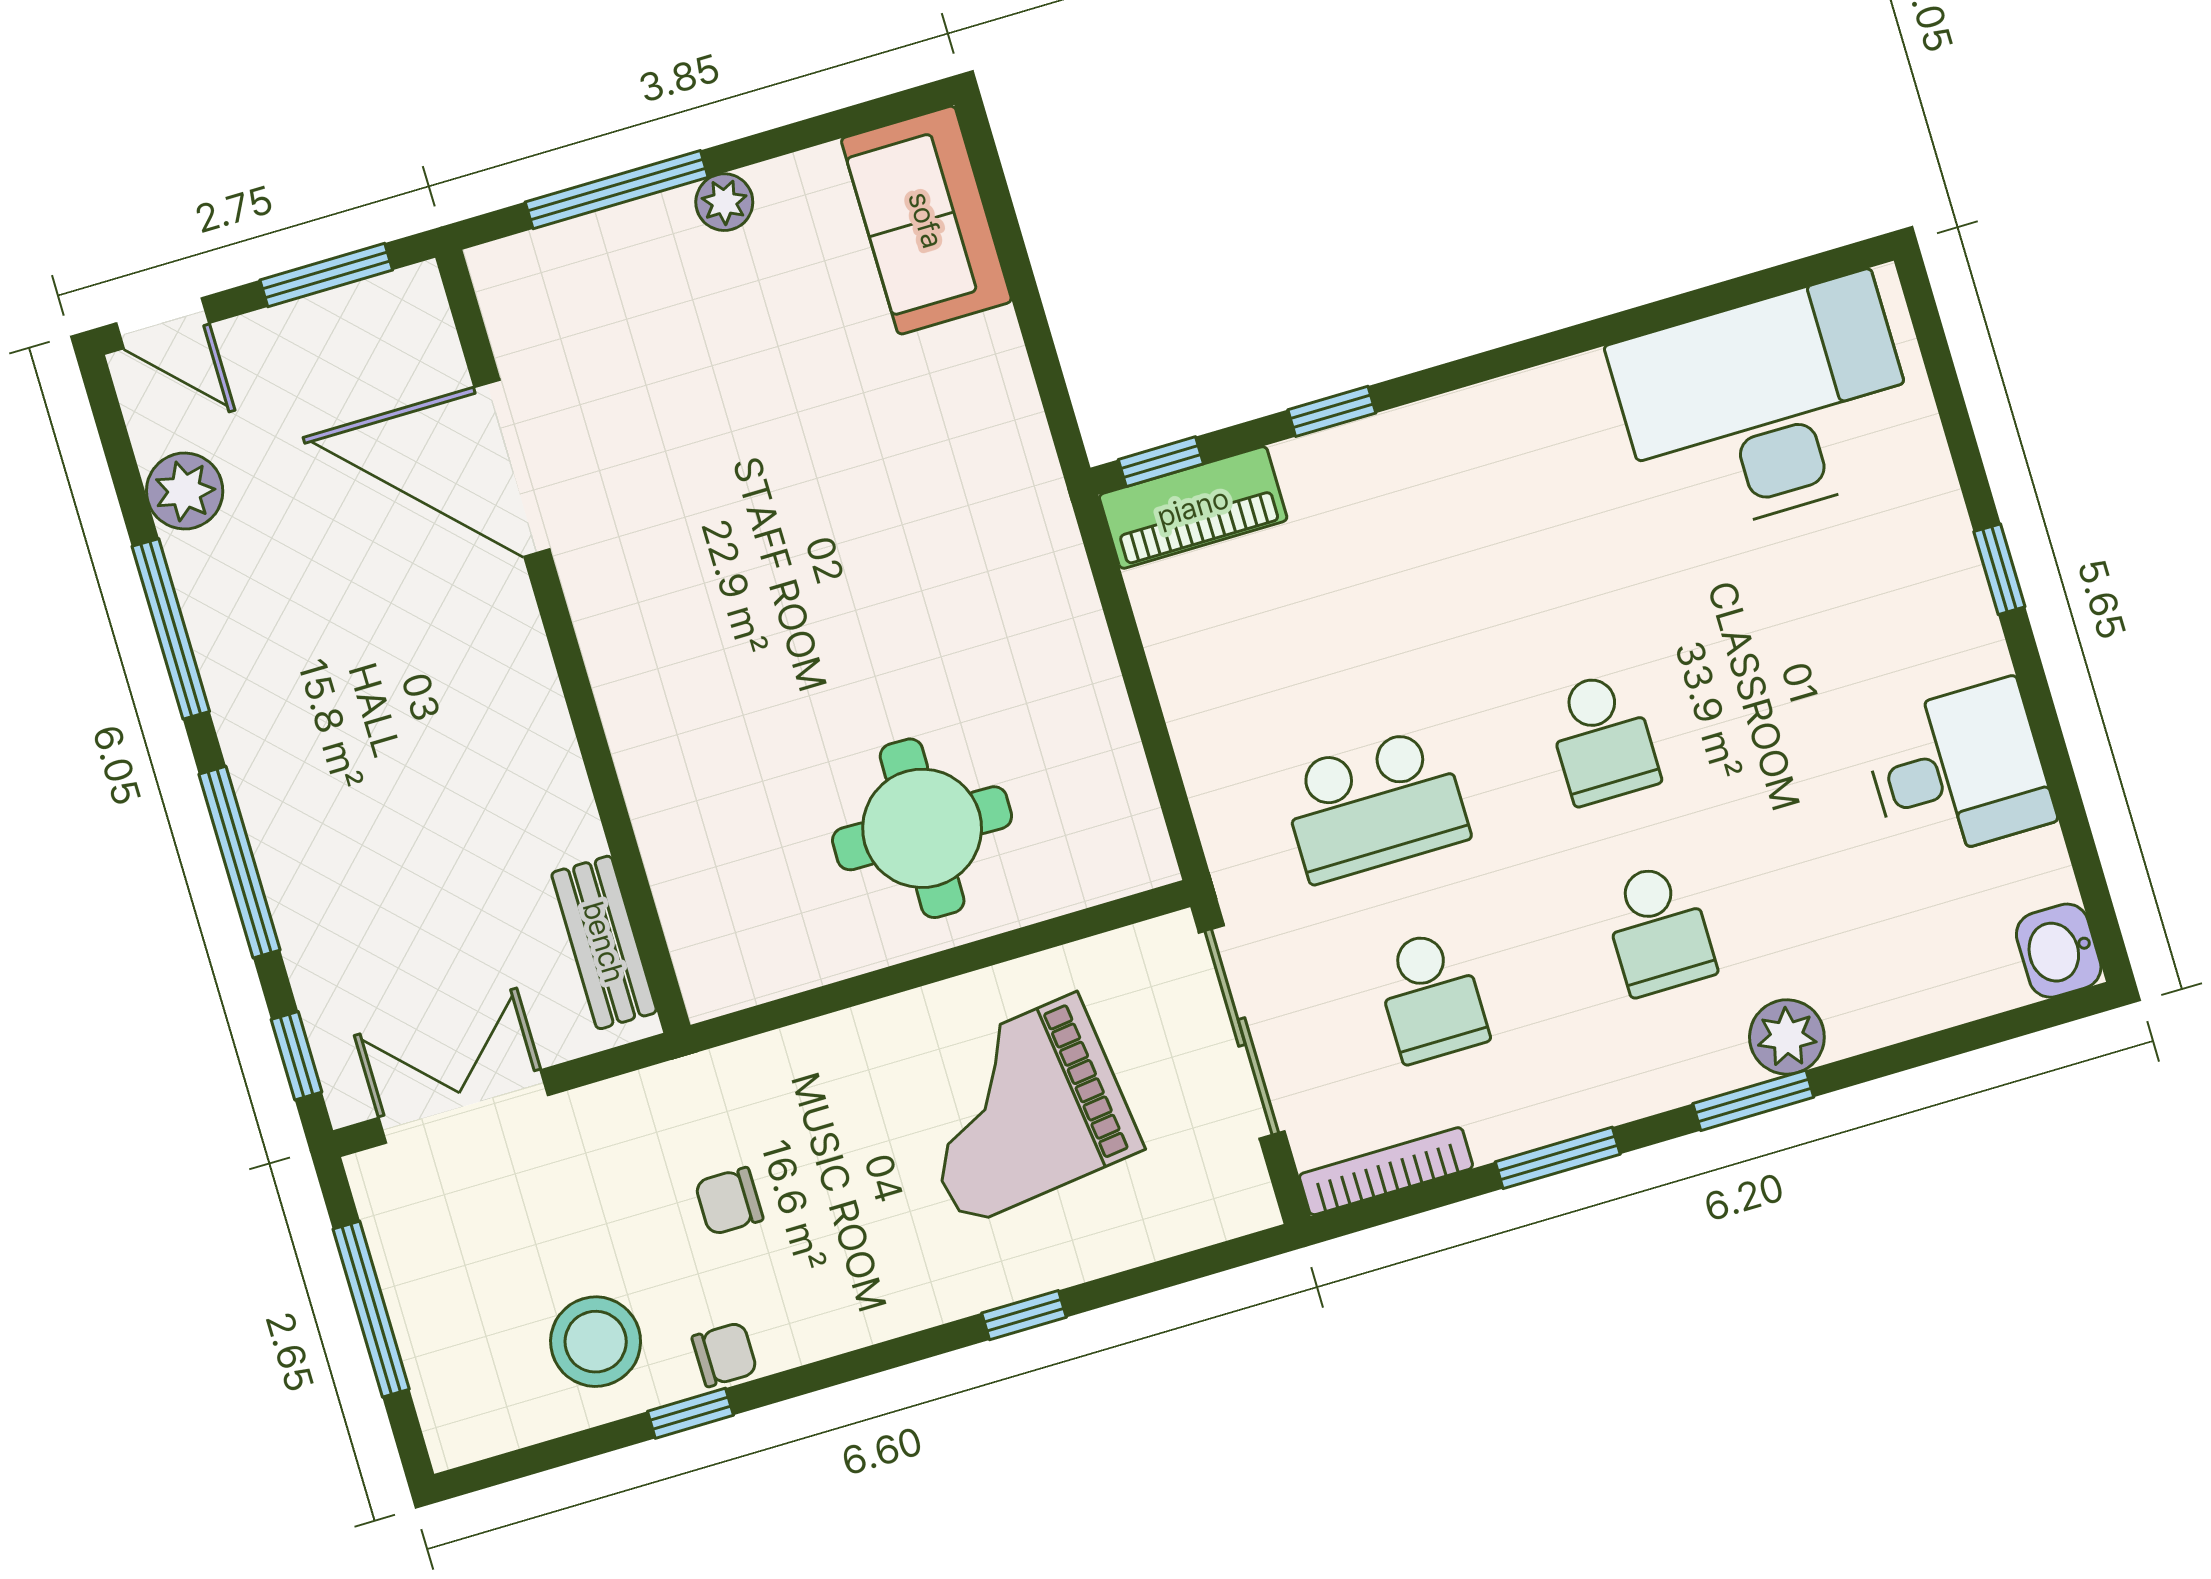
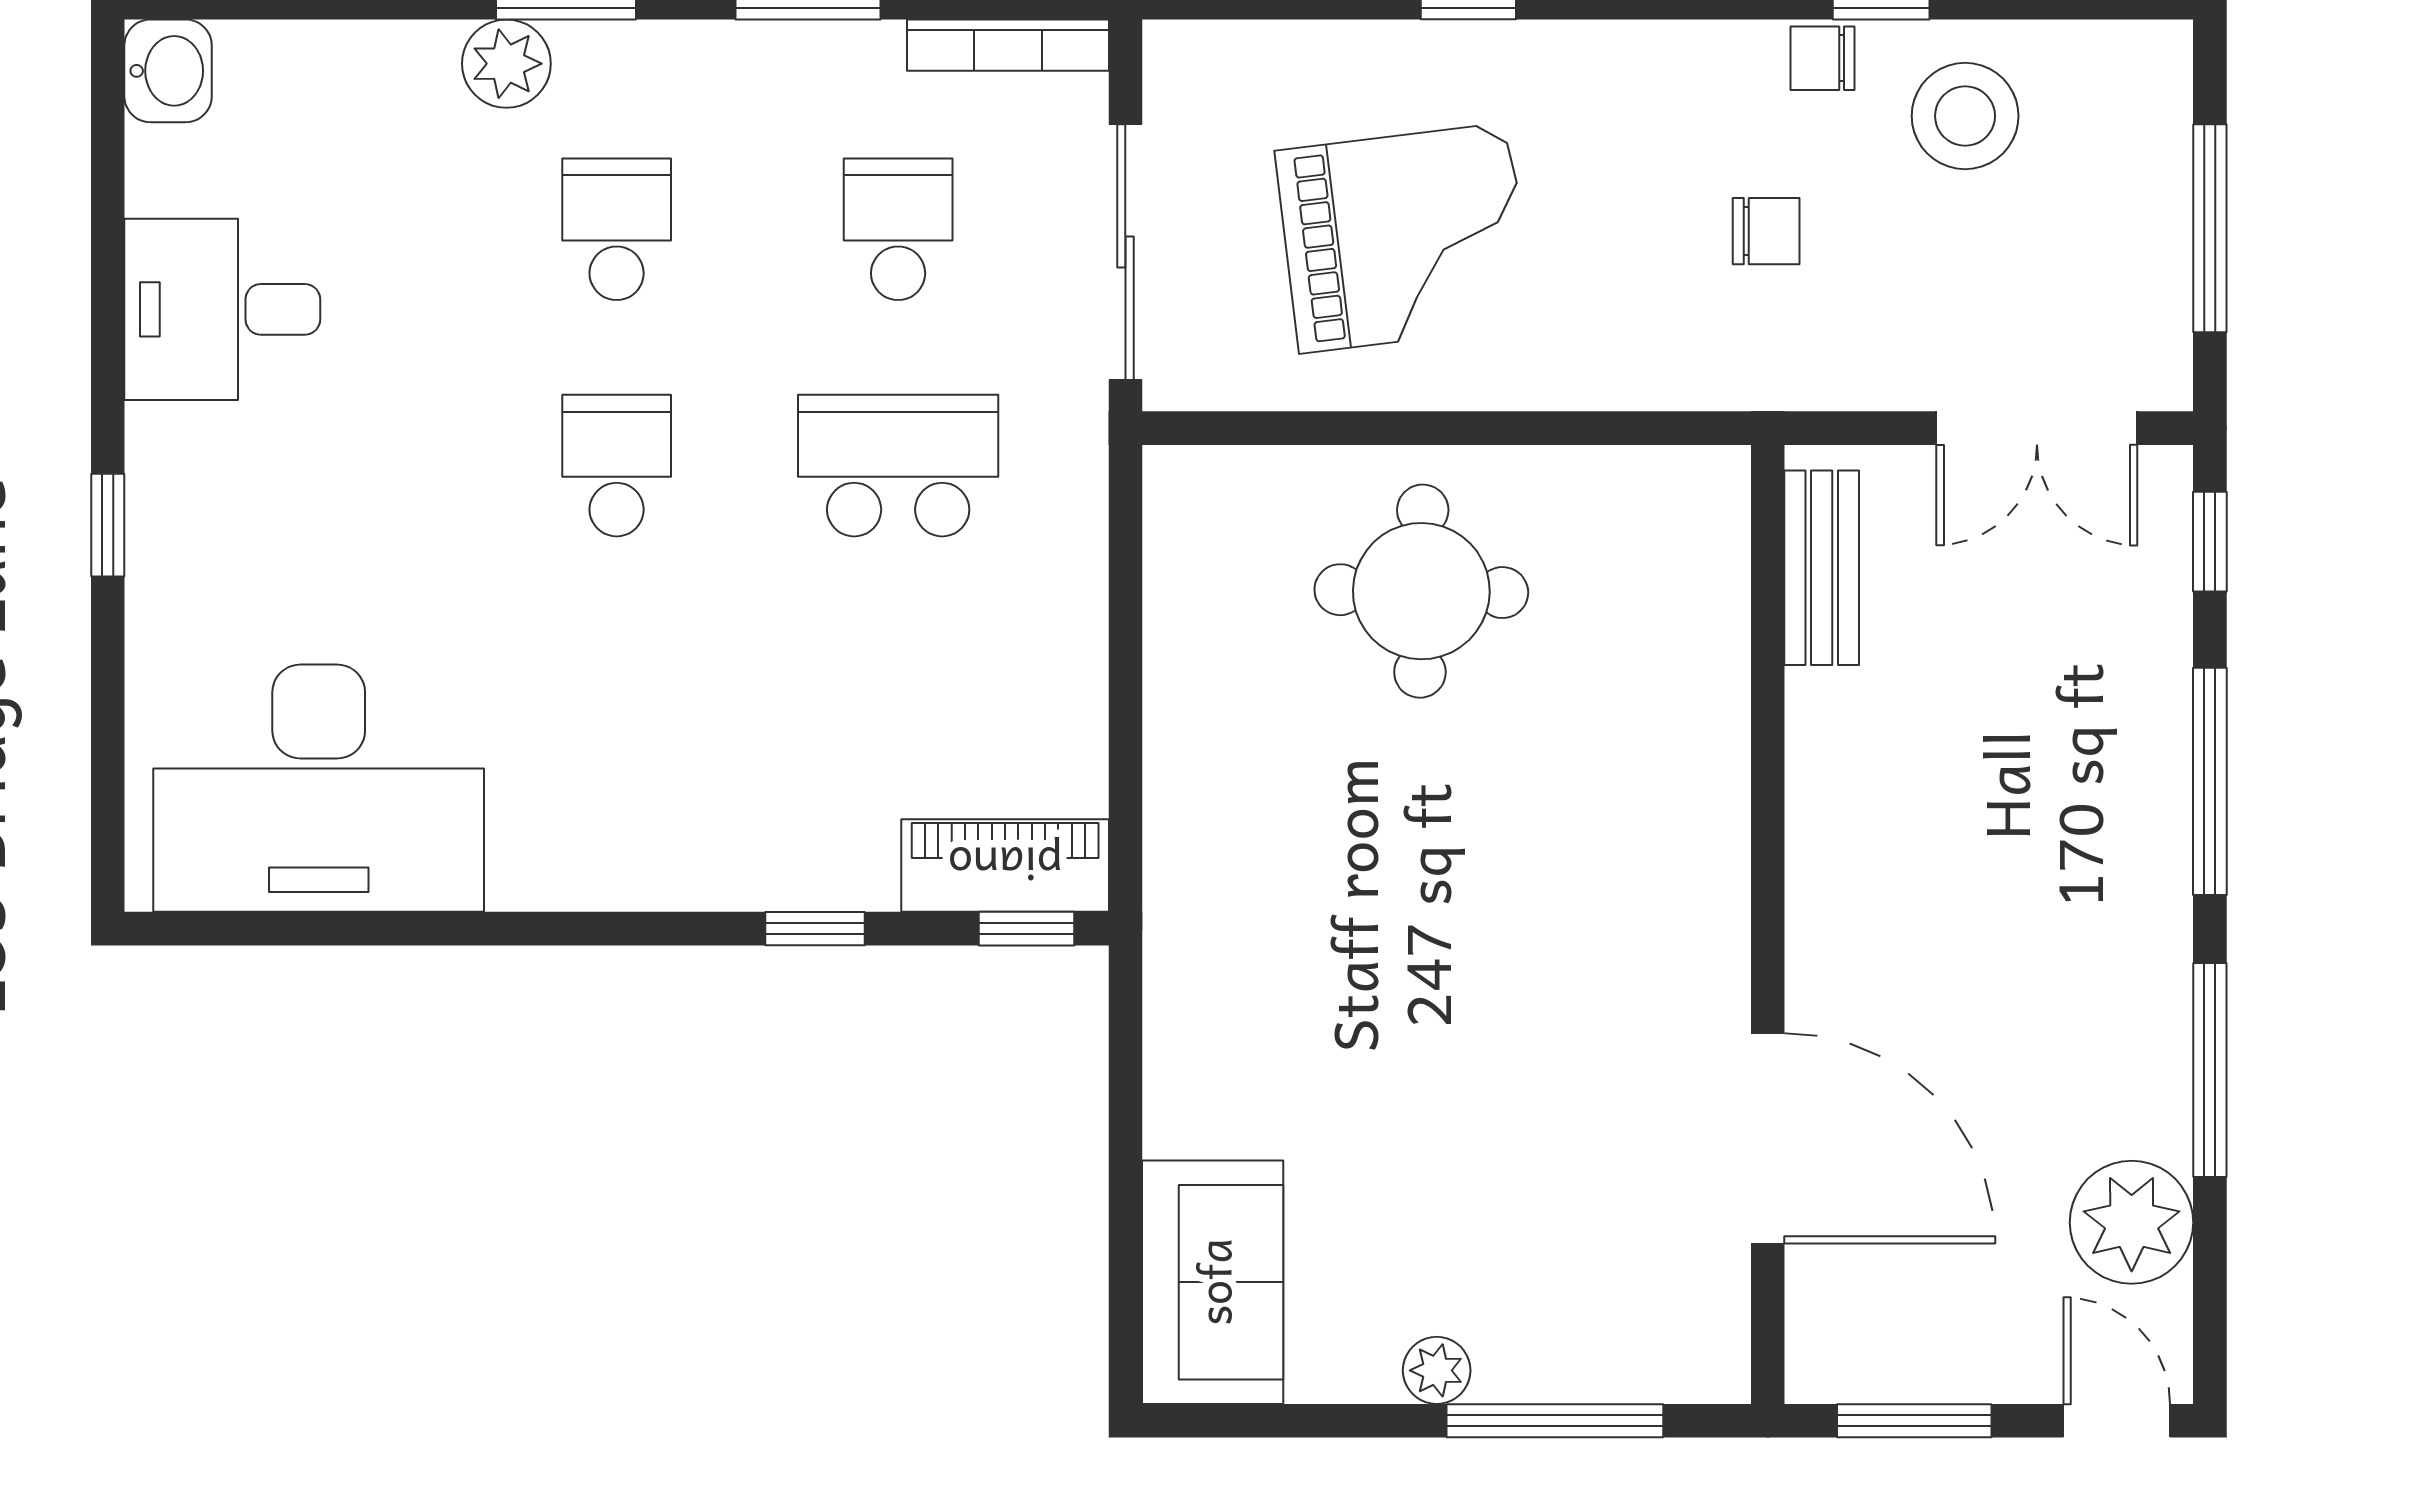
plant: (185, 491) -> (2132, 1222), width x1.36, depth x1.36

